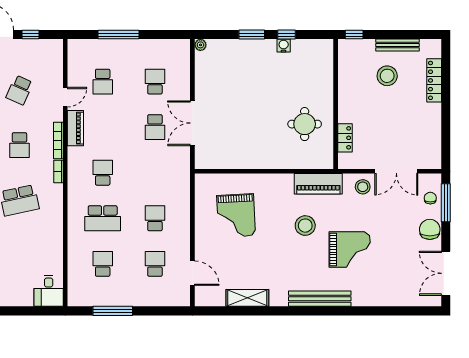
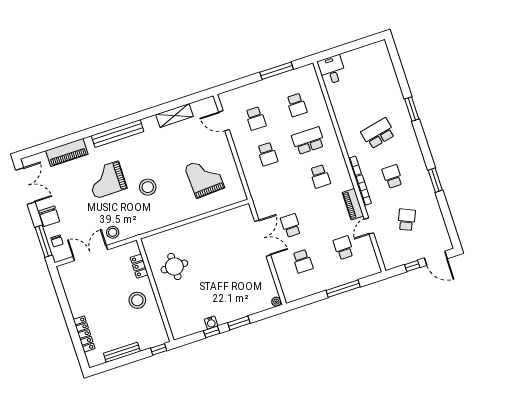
stool: (387, 76) -> (137, 300), moved
piano: (318, 184) -> (67, 152), moved, turned 180

